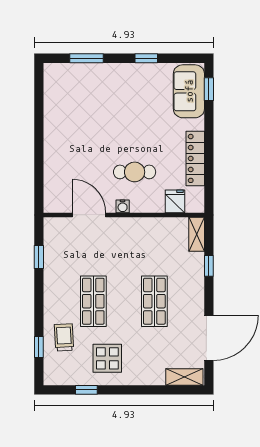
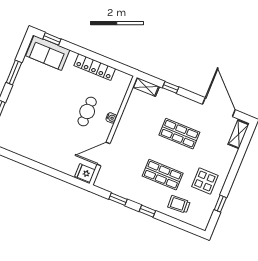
window: (146, 58) -> (14, 72), width x1.50
fridge: (175, 201) -> (85, 173), moved
water cooler: (123, 206) -> (111, 118), moved
window: (39, 347) -> (147, 211), moved

